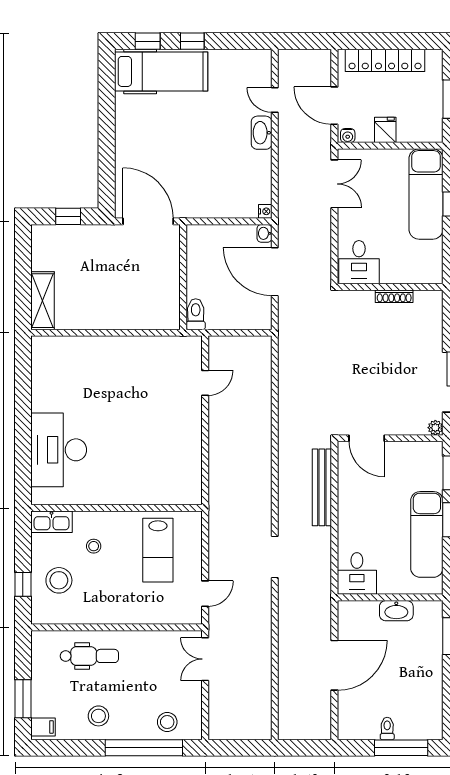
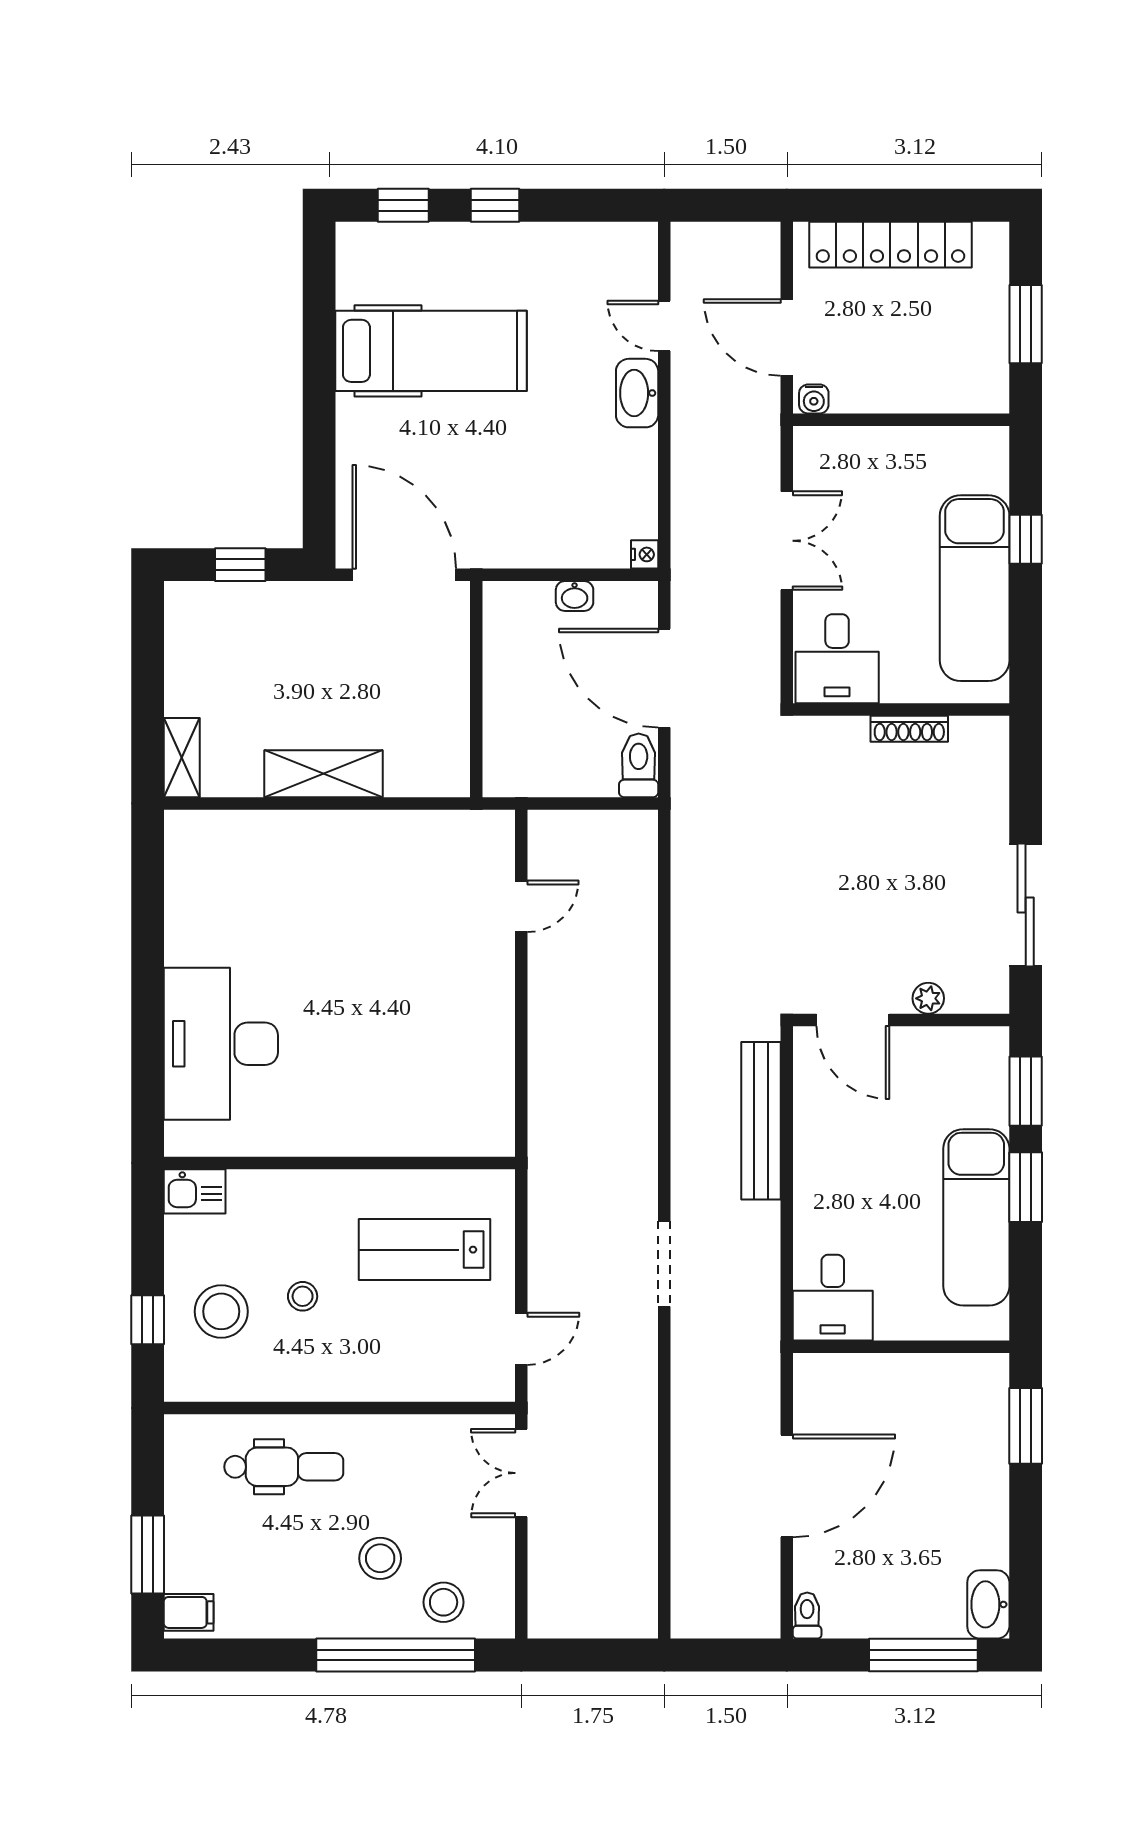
hospital bed: (161, 71) -> (431, 351), moved
fridge: (385, 130) -> (891, 387), removed
double door: (334, 184) -> (787, 541), moved
exam couch: (426, 194) -> (975, 588), moved
washbasin: (264, 233) -> (575, 596), moved, turned -90
shelving: (43, 301) -> (182, 758), width x0.67, depth x0.75
toilet: (196, 314) -> (639, 765), moved
shelving: (109, 318) -> (324, 774), added
plant: (435, 428) -> (928, 998), moved
kitchen sink: (52, 522) -> (195, 1191), width x0.73
stool: (94, 546) -> (303, 1296), moved
lab bench: (158, 550) -> (424, 1250), turned 90
washbasin: (396, 611) -> (988, 1604), moved, turned 90
stool: (98, 716) -> (380, 1558), moved
toilet: (387, 728) -> (807, 1616), moved

